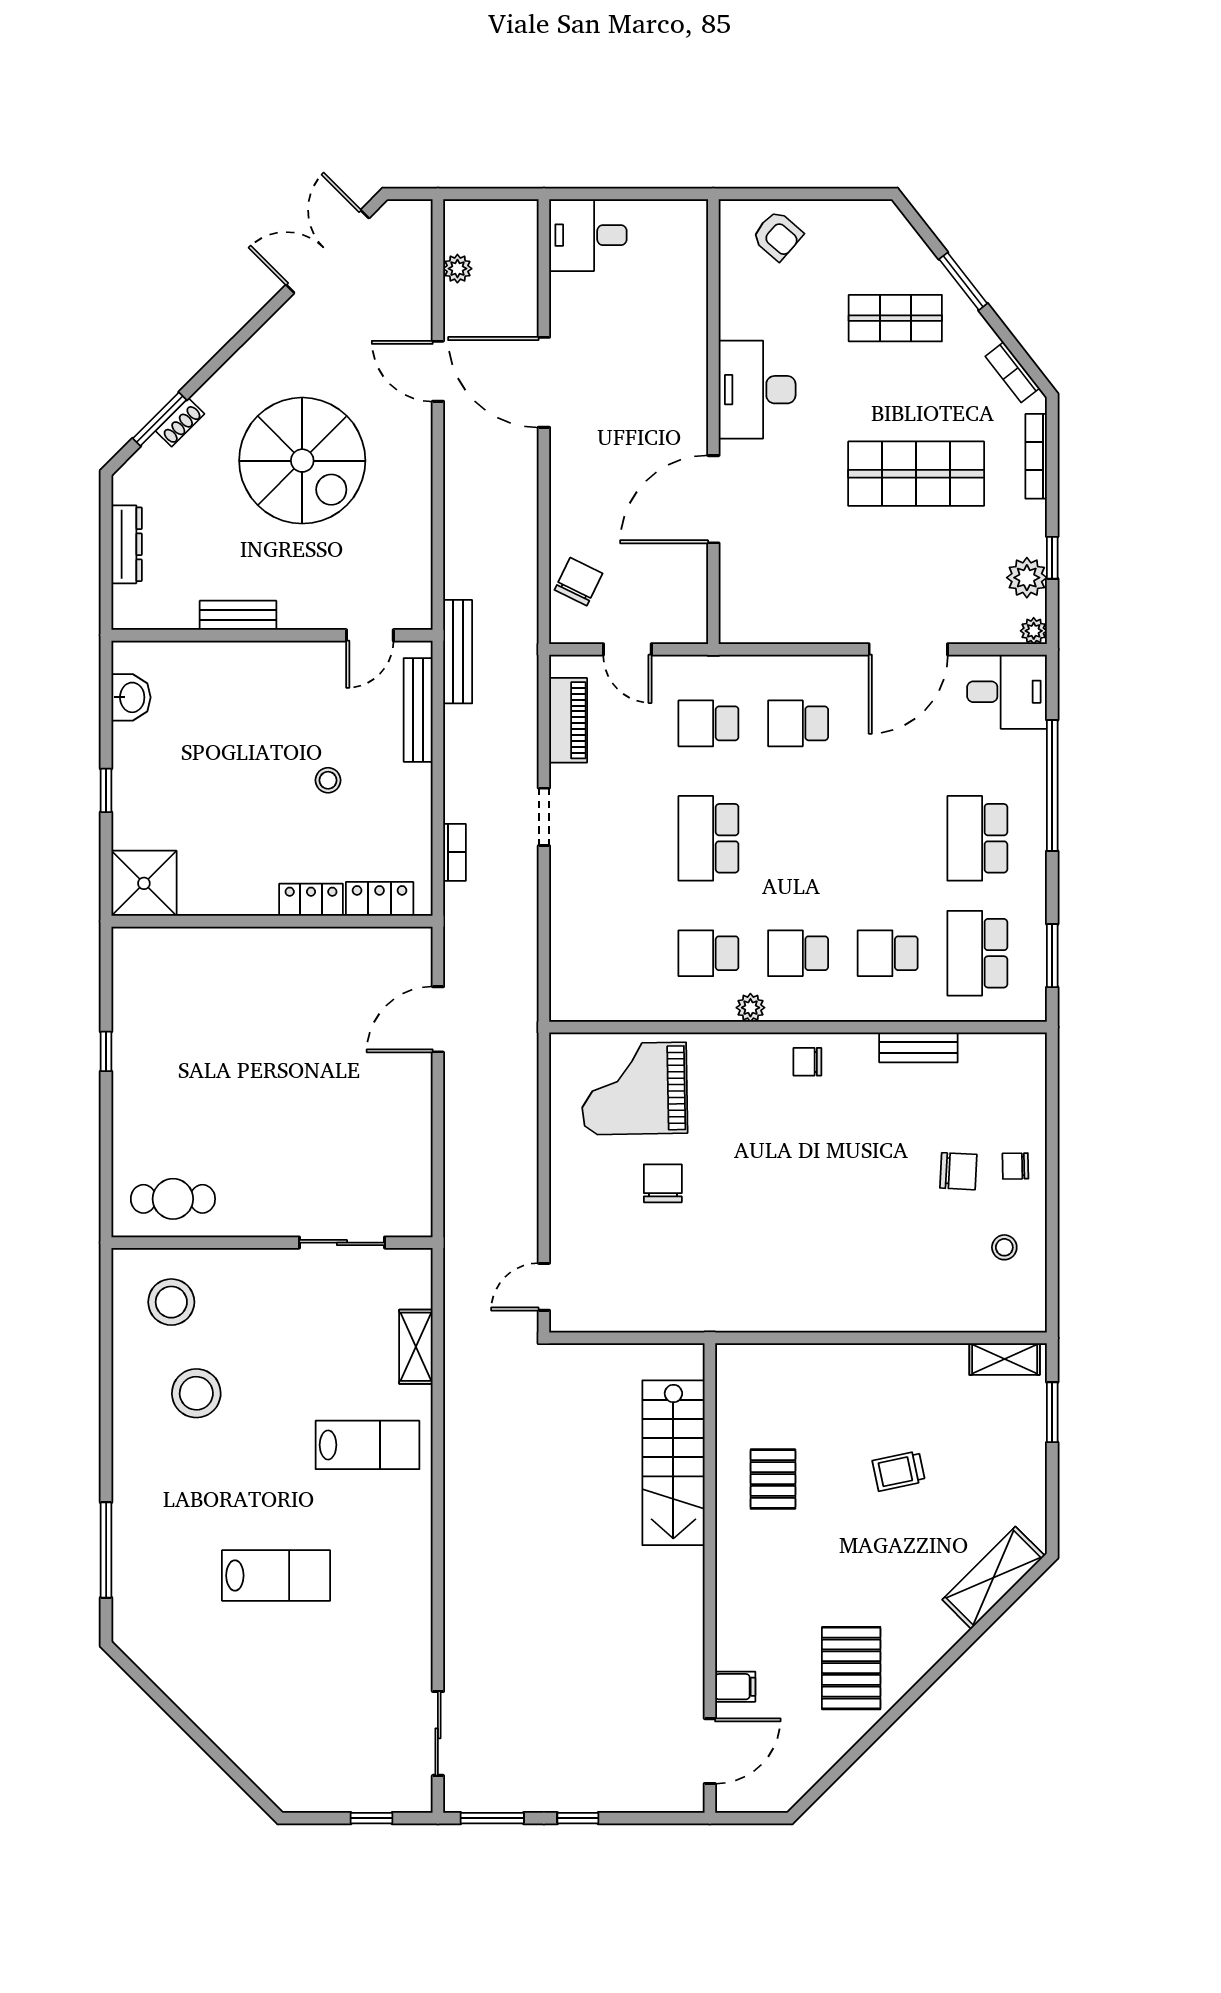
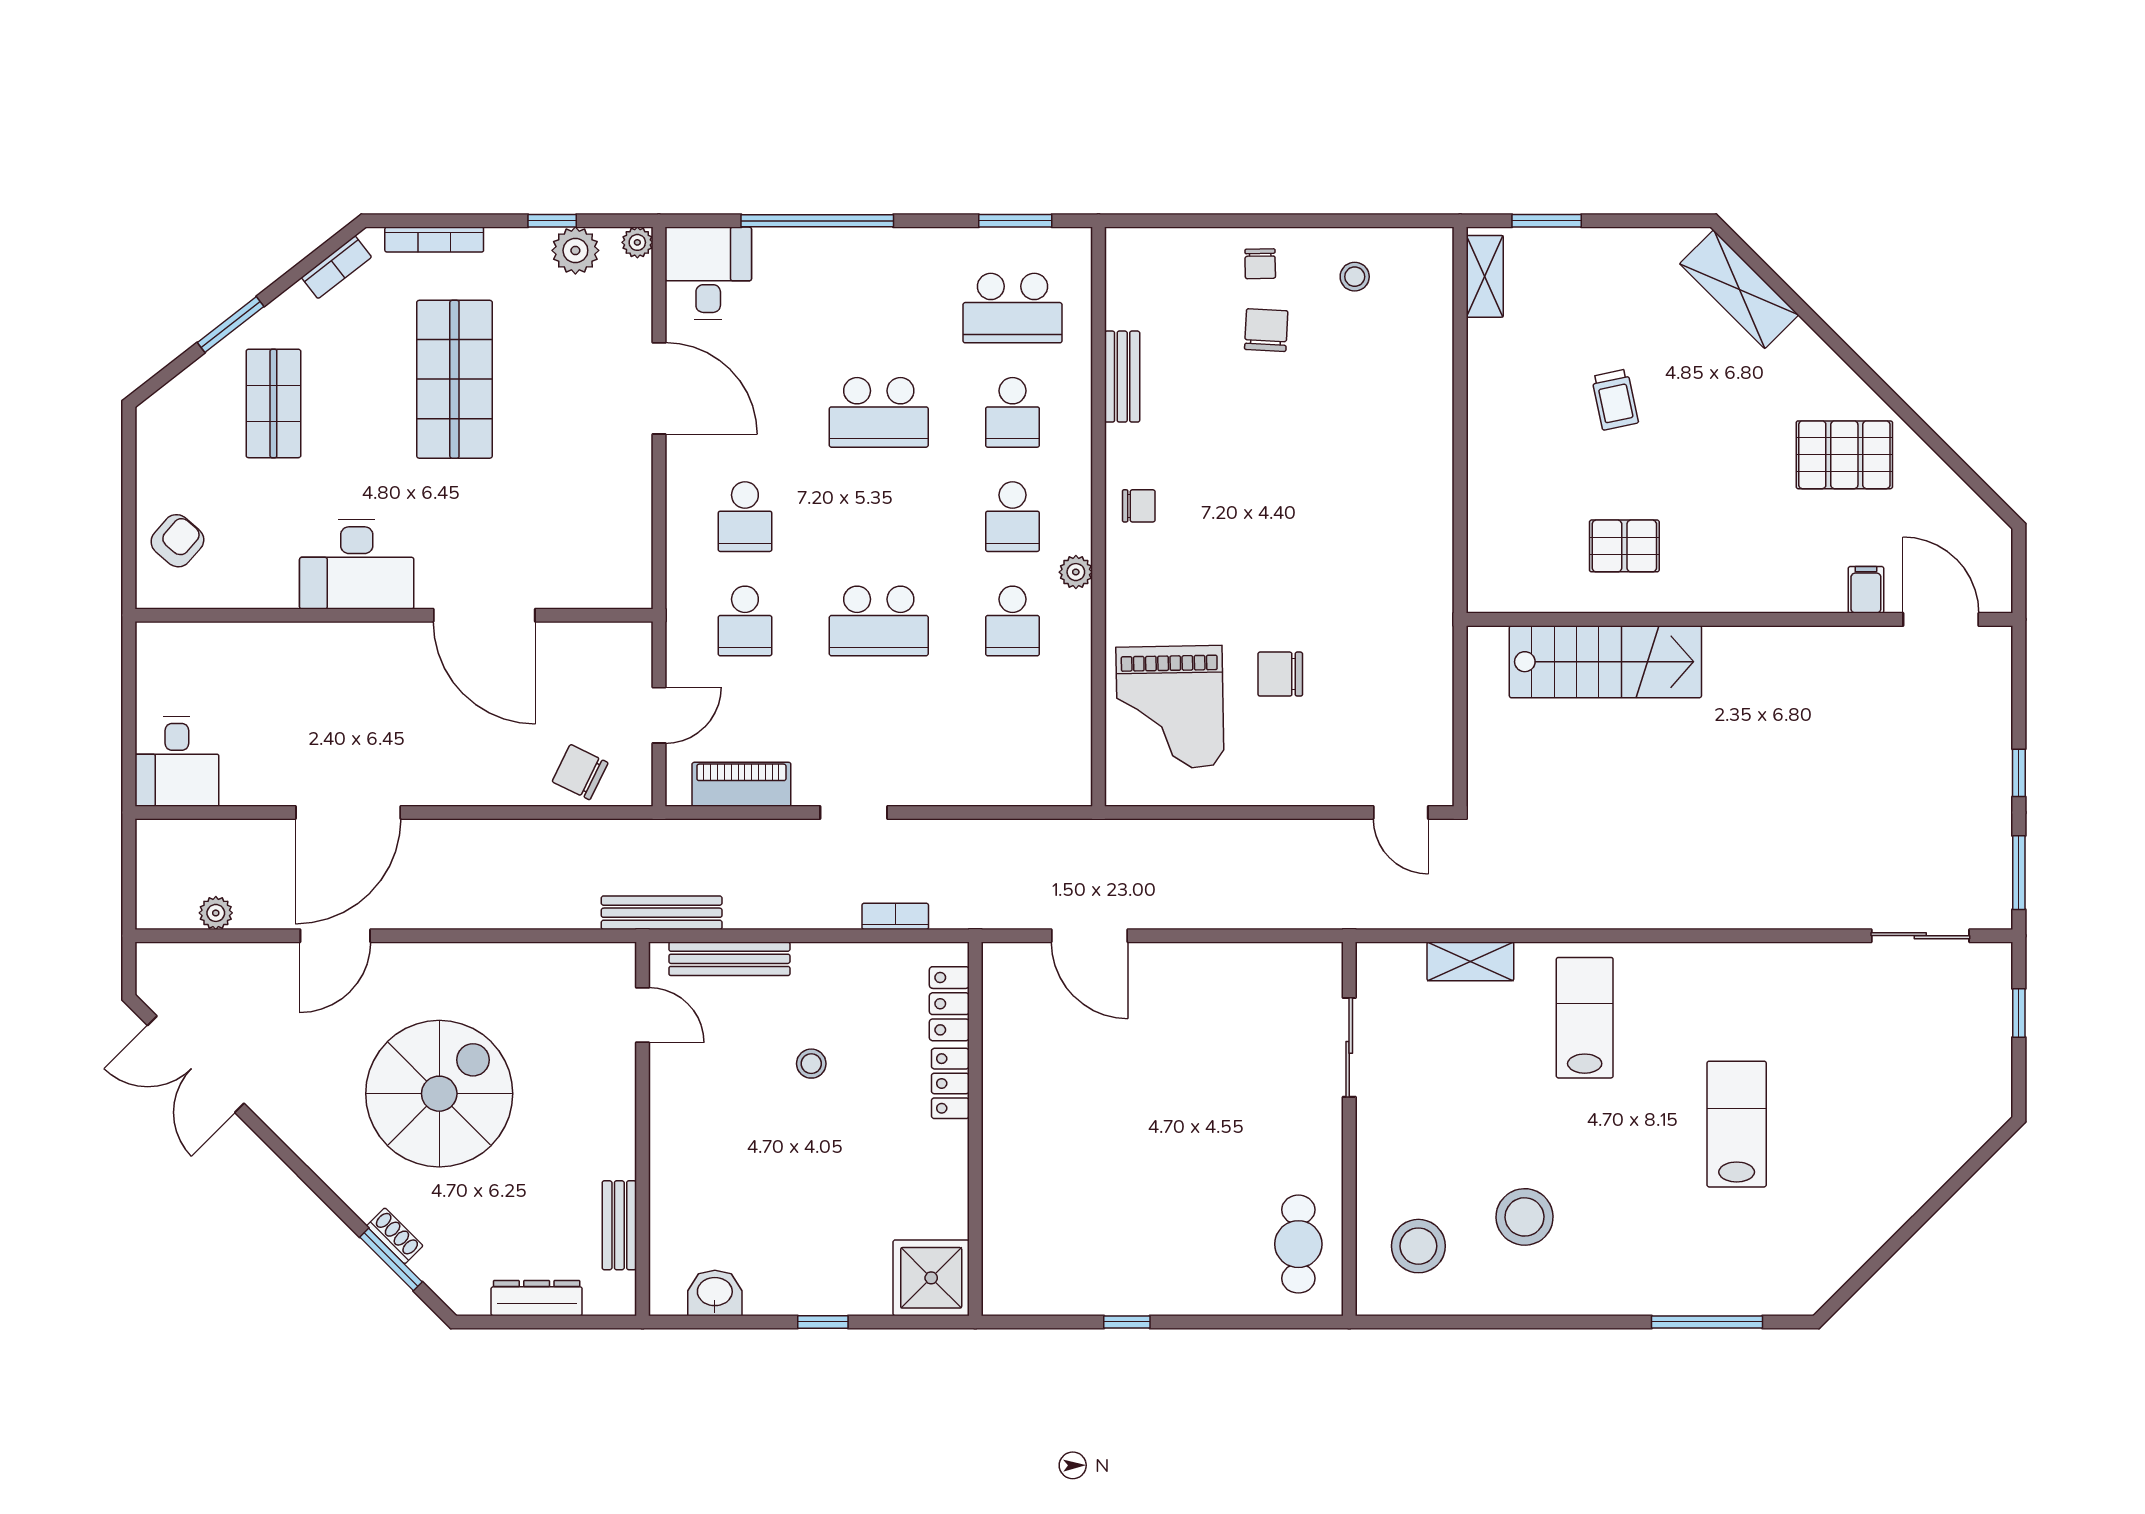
bench: (238, 615) -> (619, 1225), moved
school desk: (977, 838) -> (879, 412), moved
chair: (807, 1062) -> (1139, 506), turned -90

